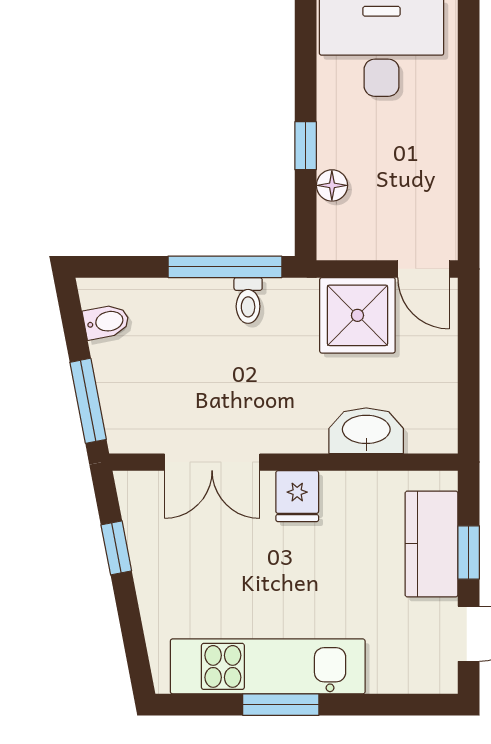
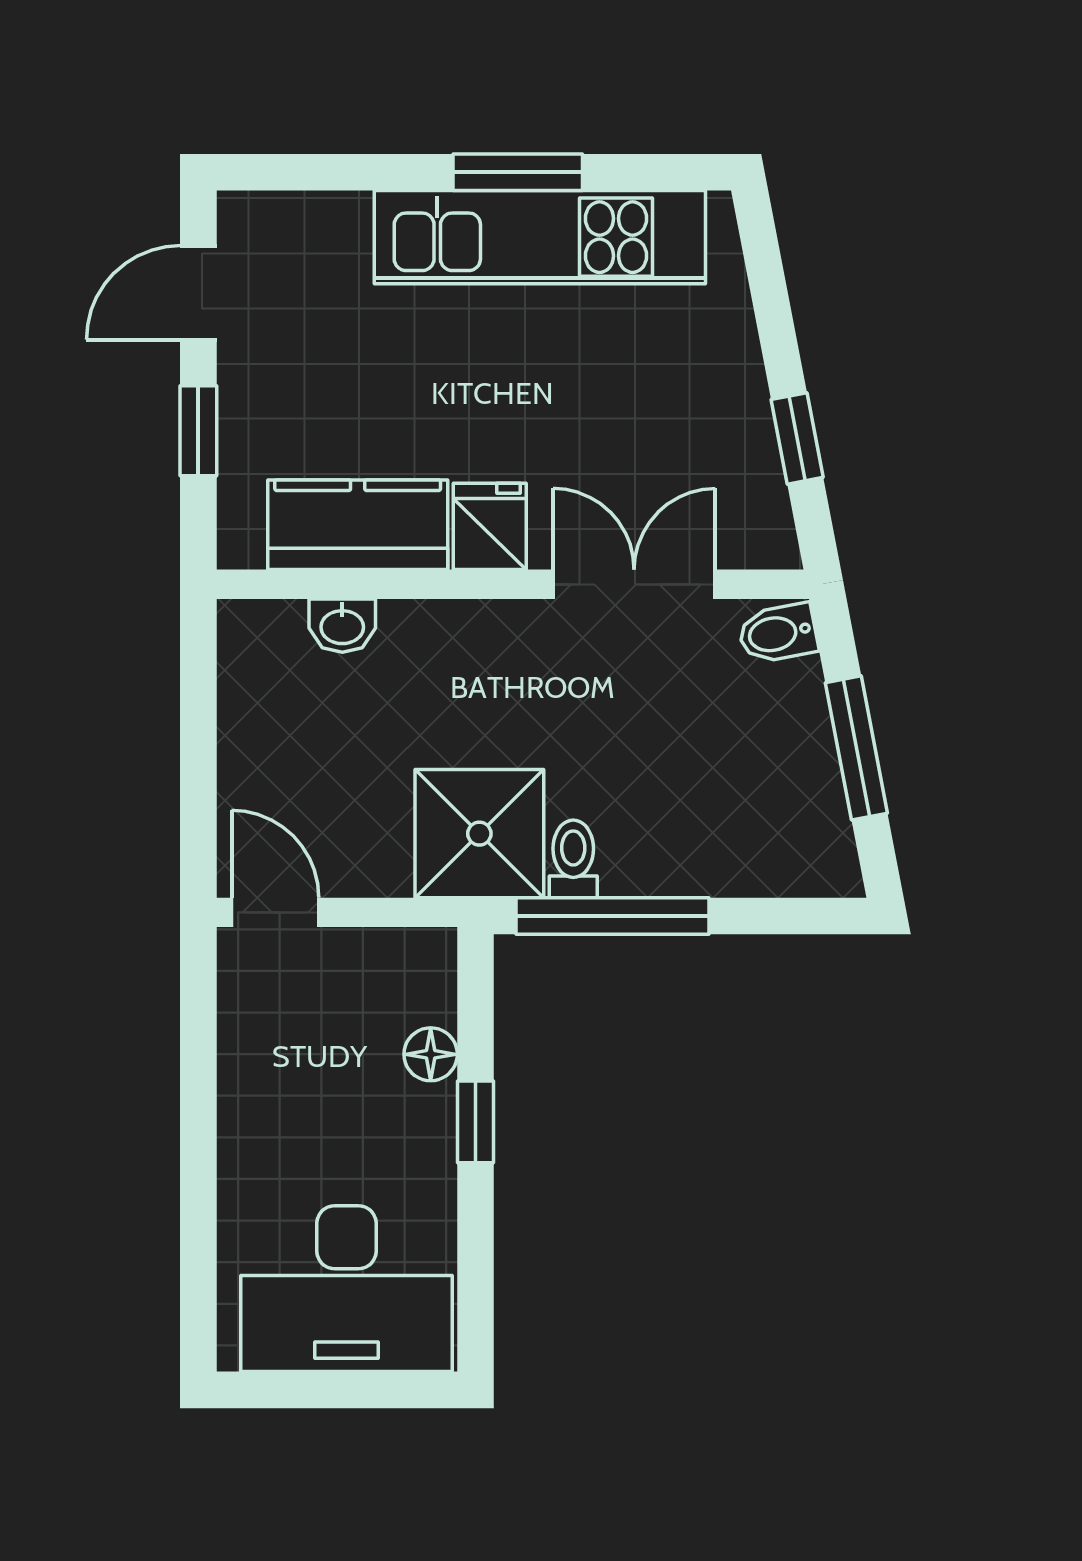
shower: (357, 315) -> (479, 834), moved
bidet: (106, 322) -> (778, 633), moved
window: (88, 401) -> (856, 748), moved
washbasin: (366, 431) -> (342, 626), width x0.52, depth x0.69
kitchen counter: (432, 544) -> (358, 525), moved, turned -90

